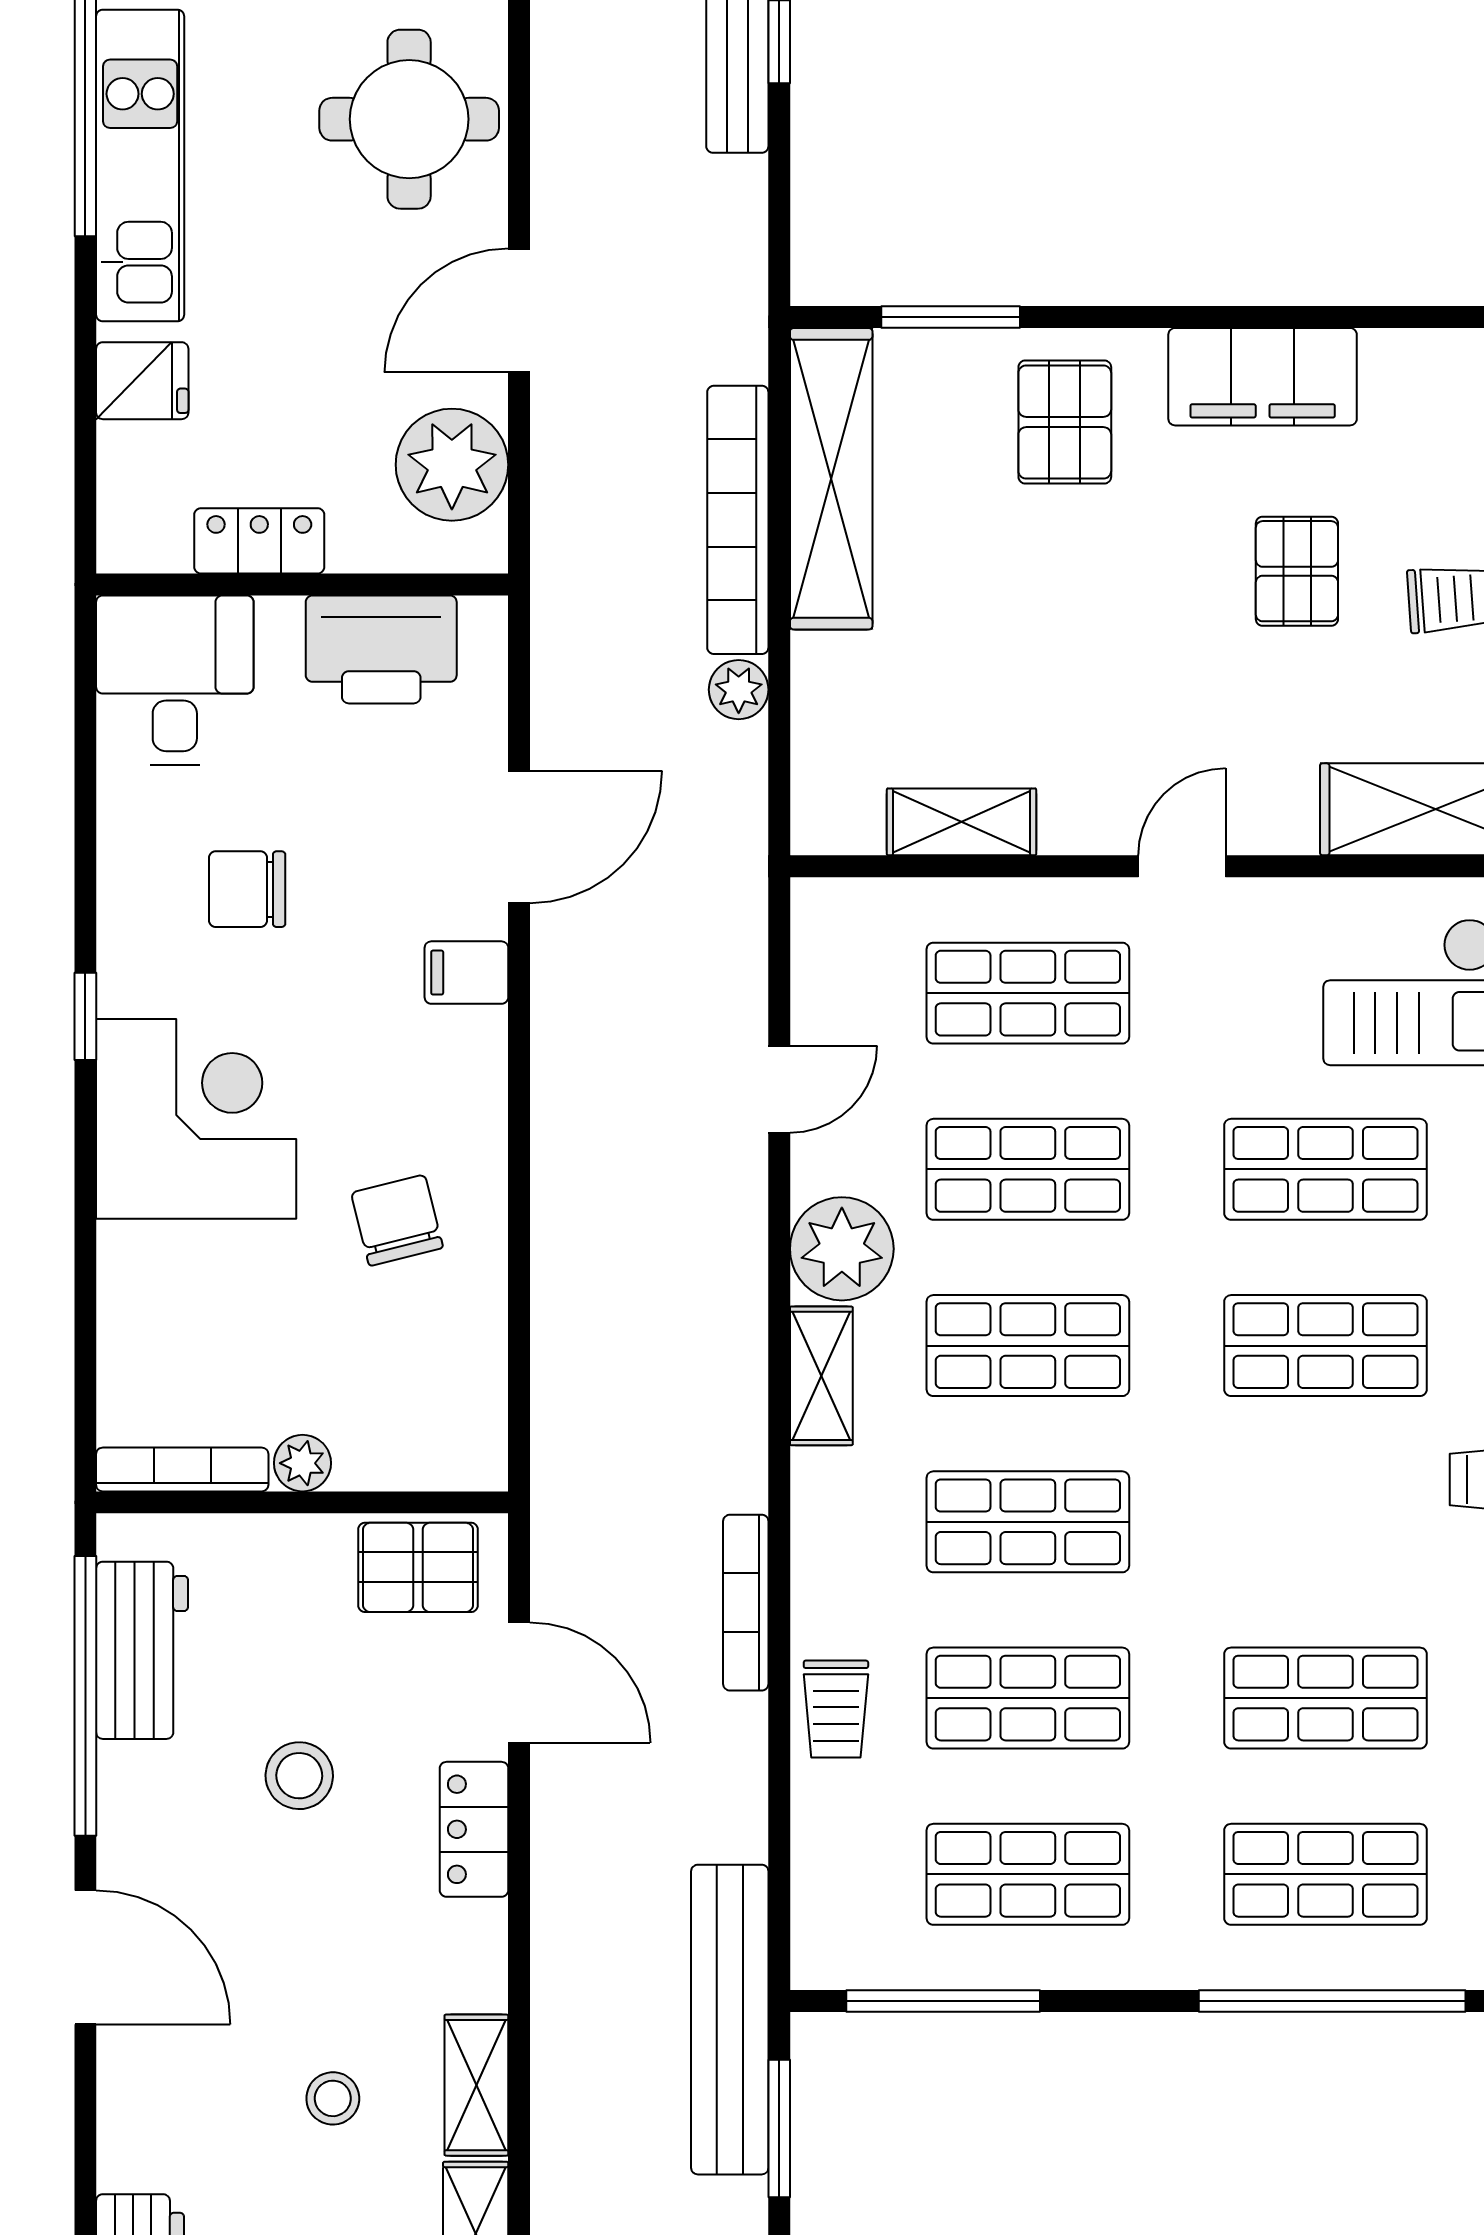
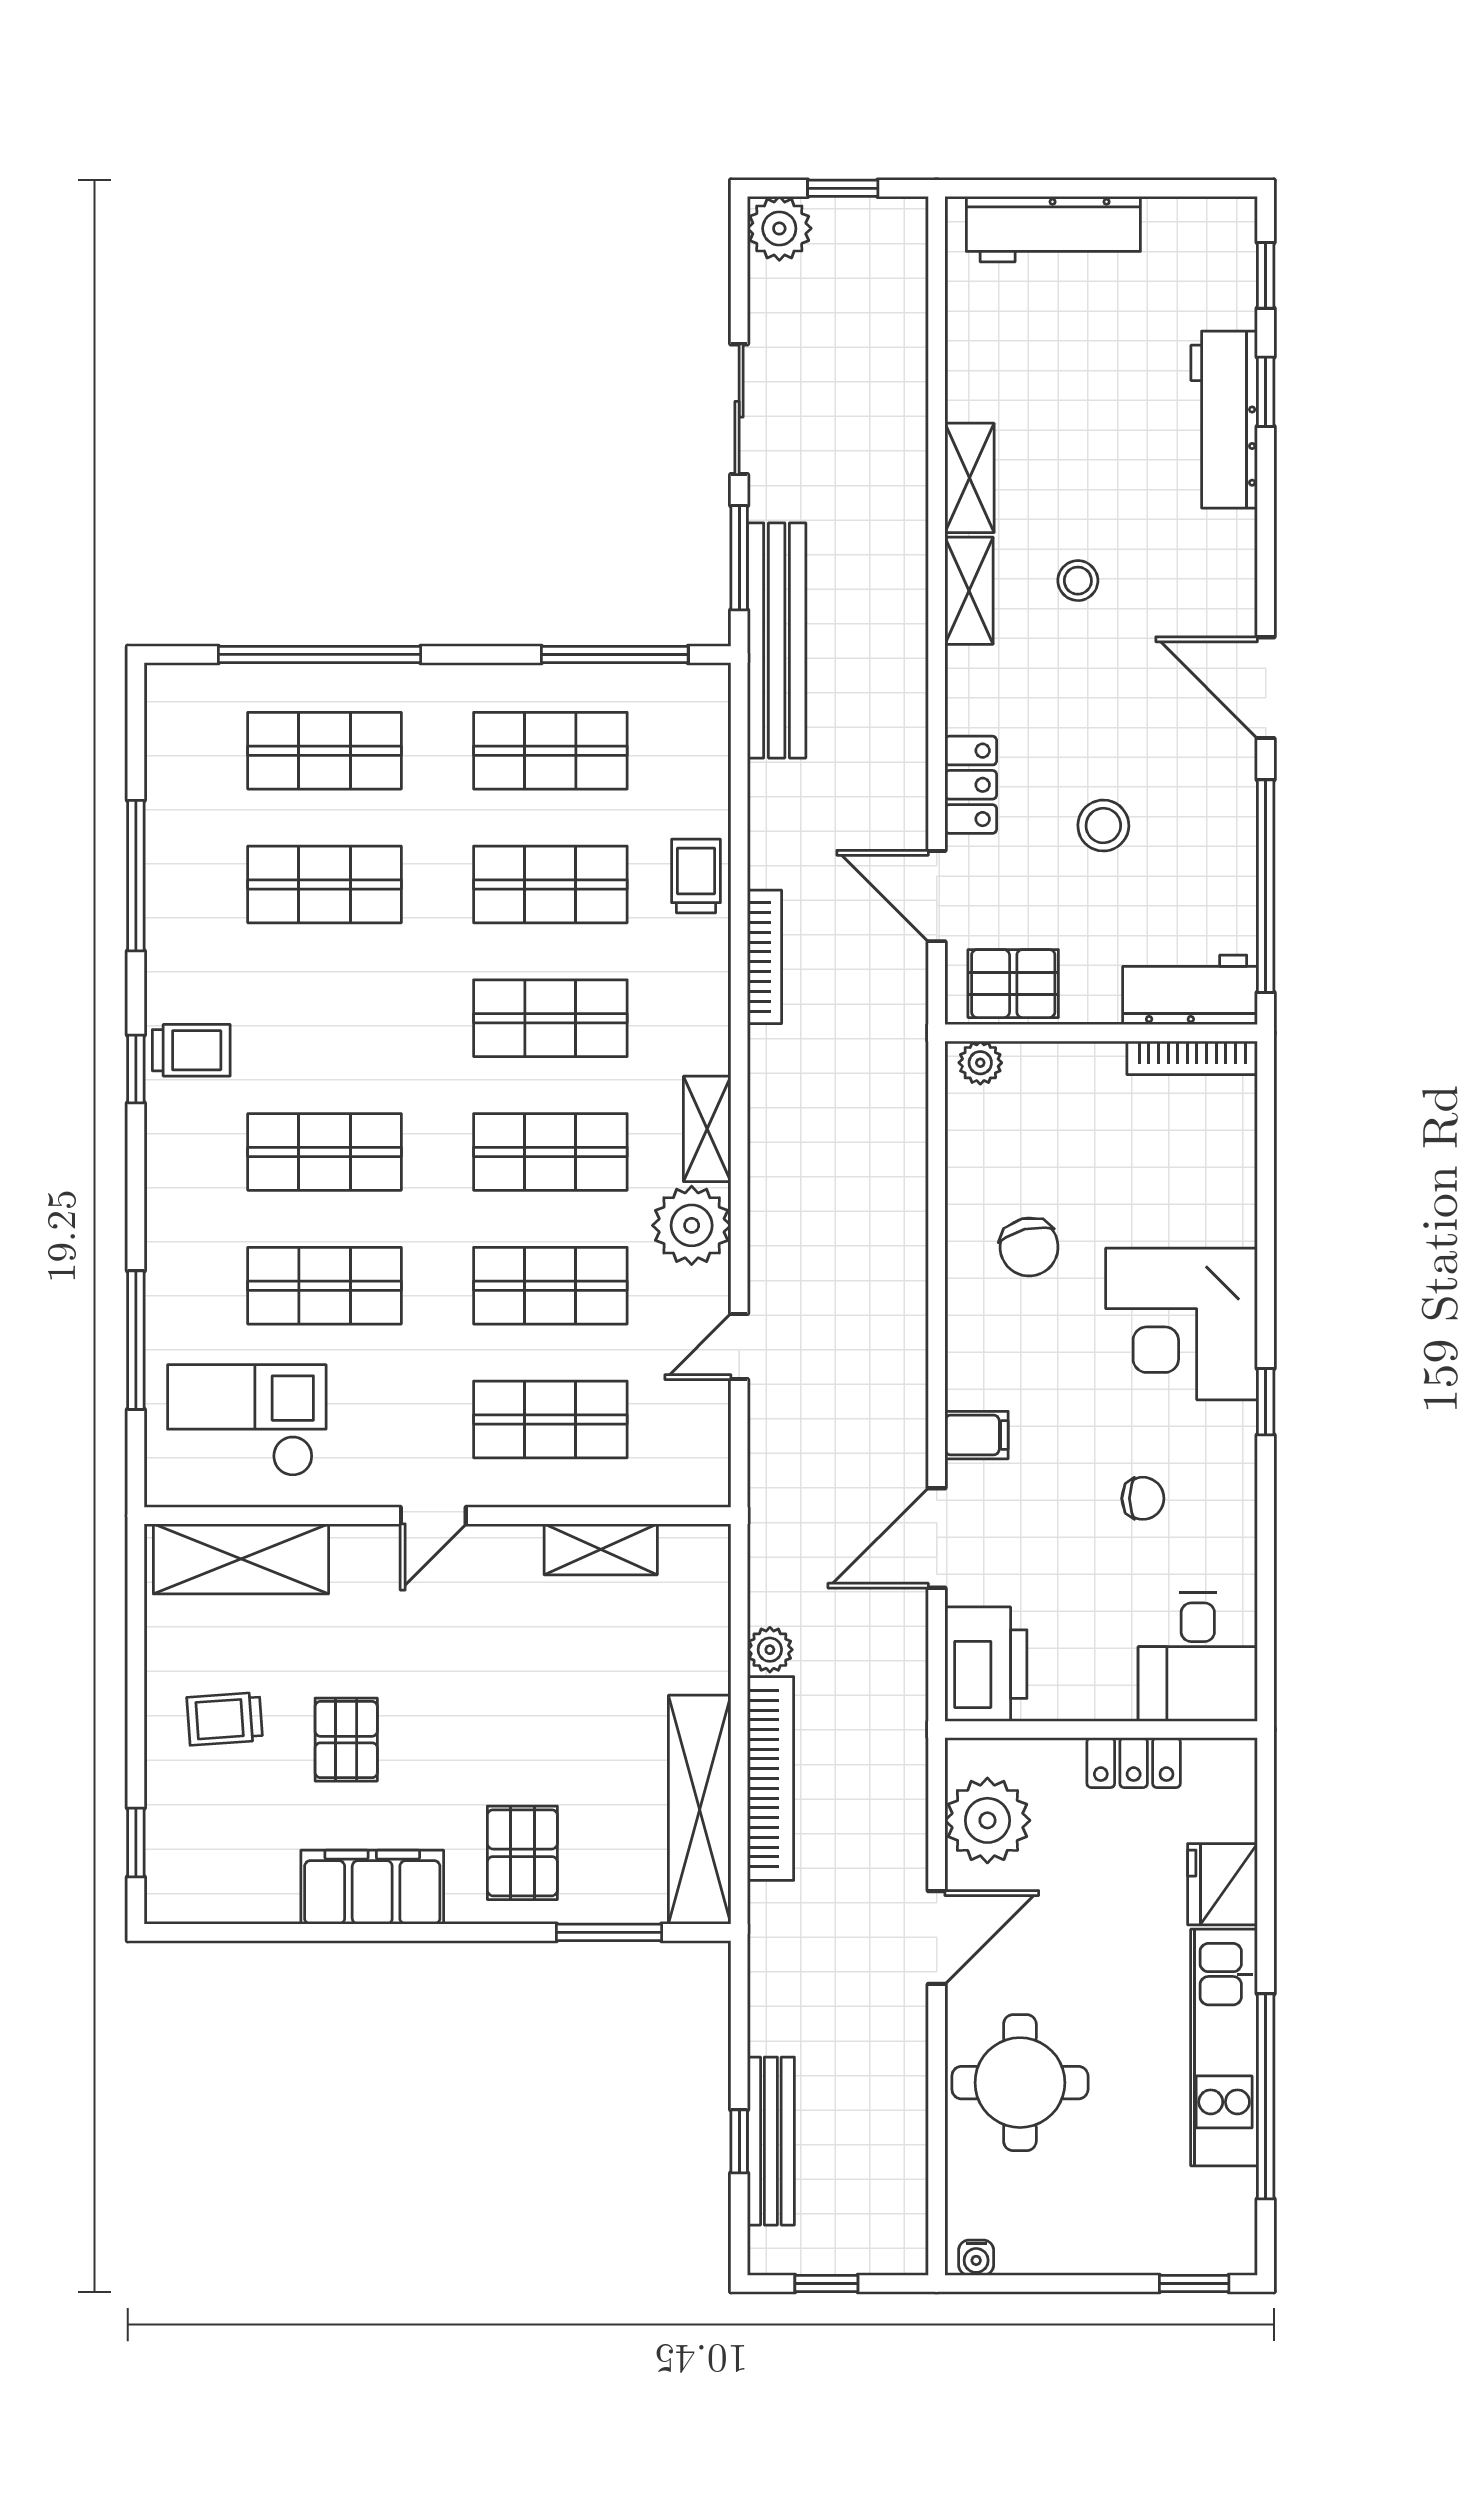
fridge: (142, 381) -> (1222, 1884), width x1.38
printer: (381, 649) -> (986, 1664), moved, turned 90
chair: (247, 889) -> (1143, 1498), width x0.73, depth x0.73
plant: (302, 1463) -> (980, 1063), moved
workbench: (142, 1650) -> (1190, 990), moved, turned 90

